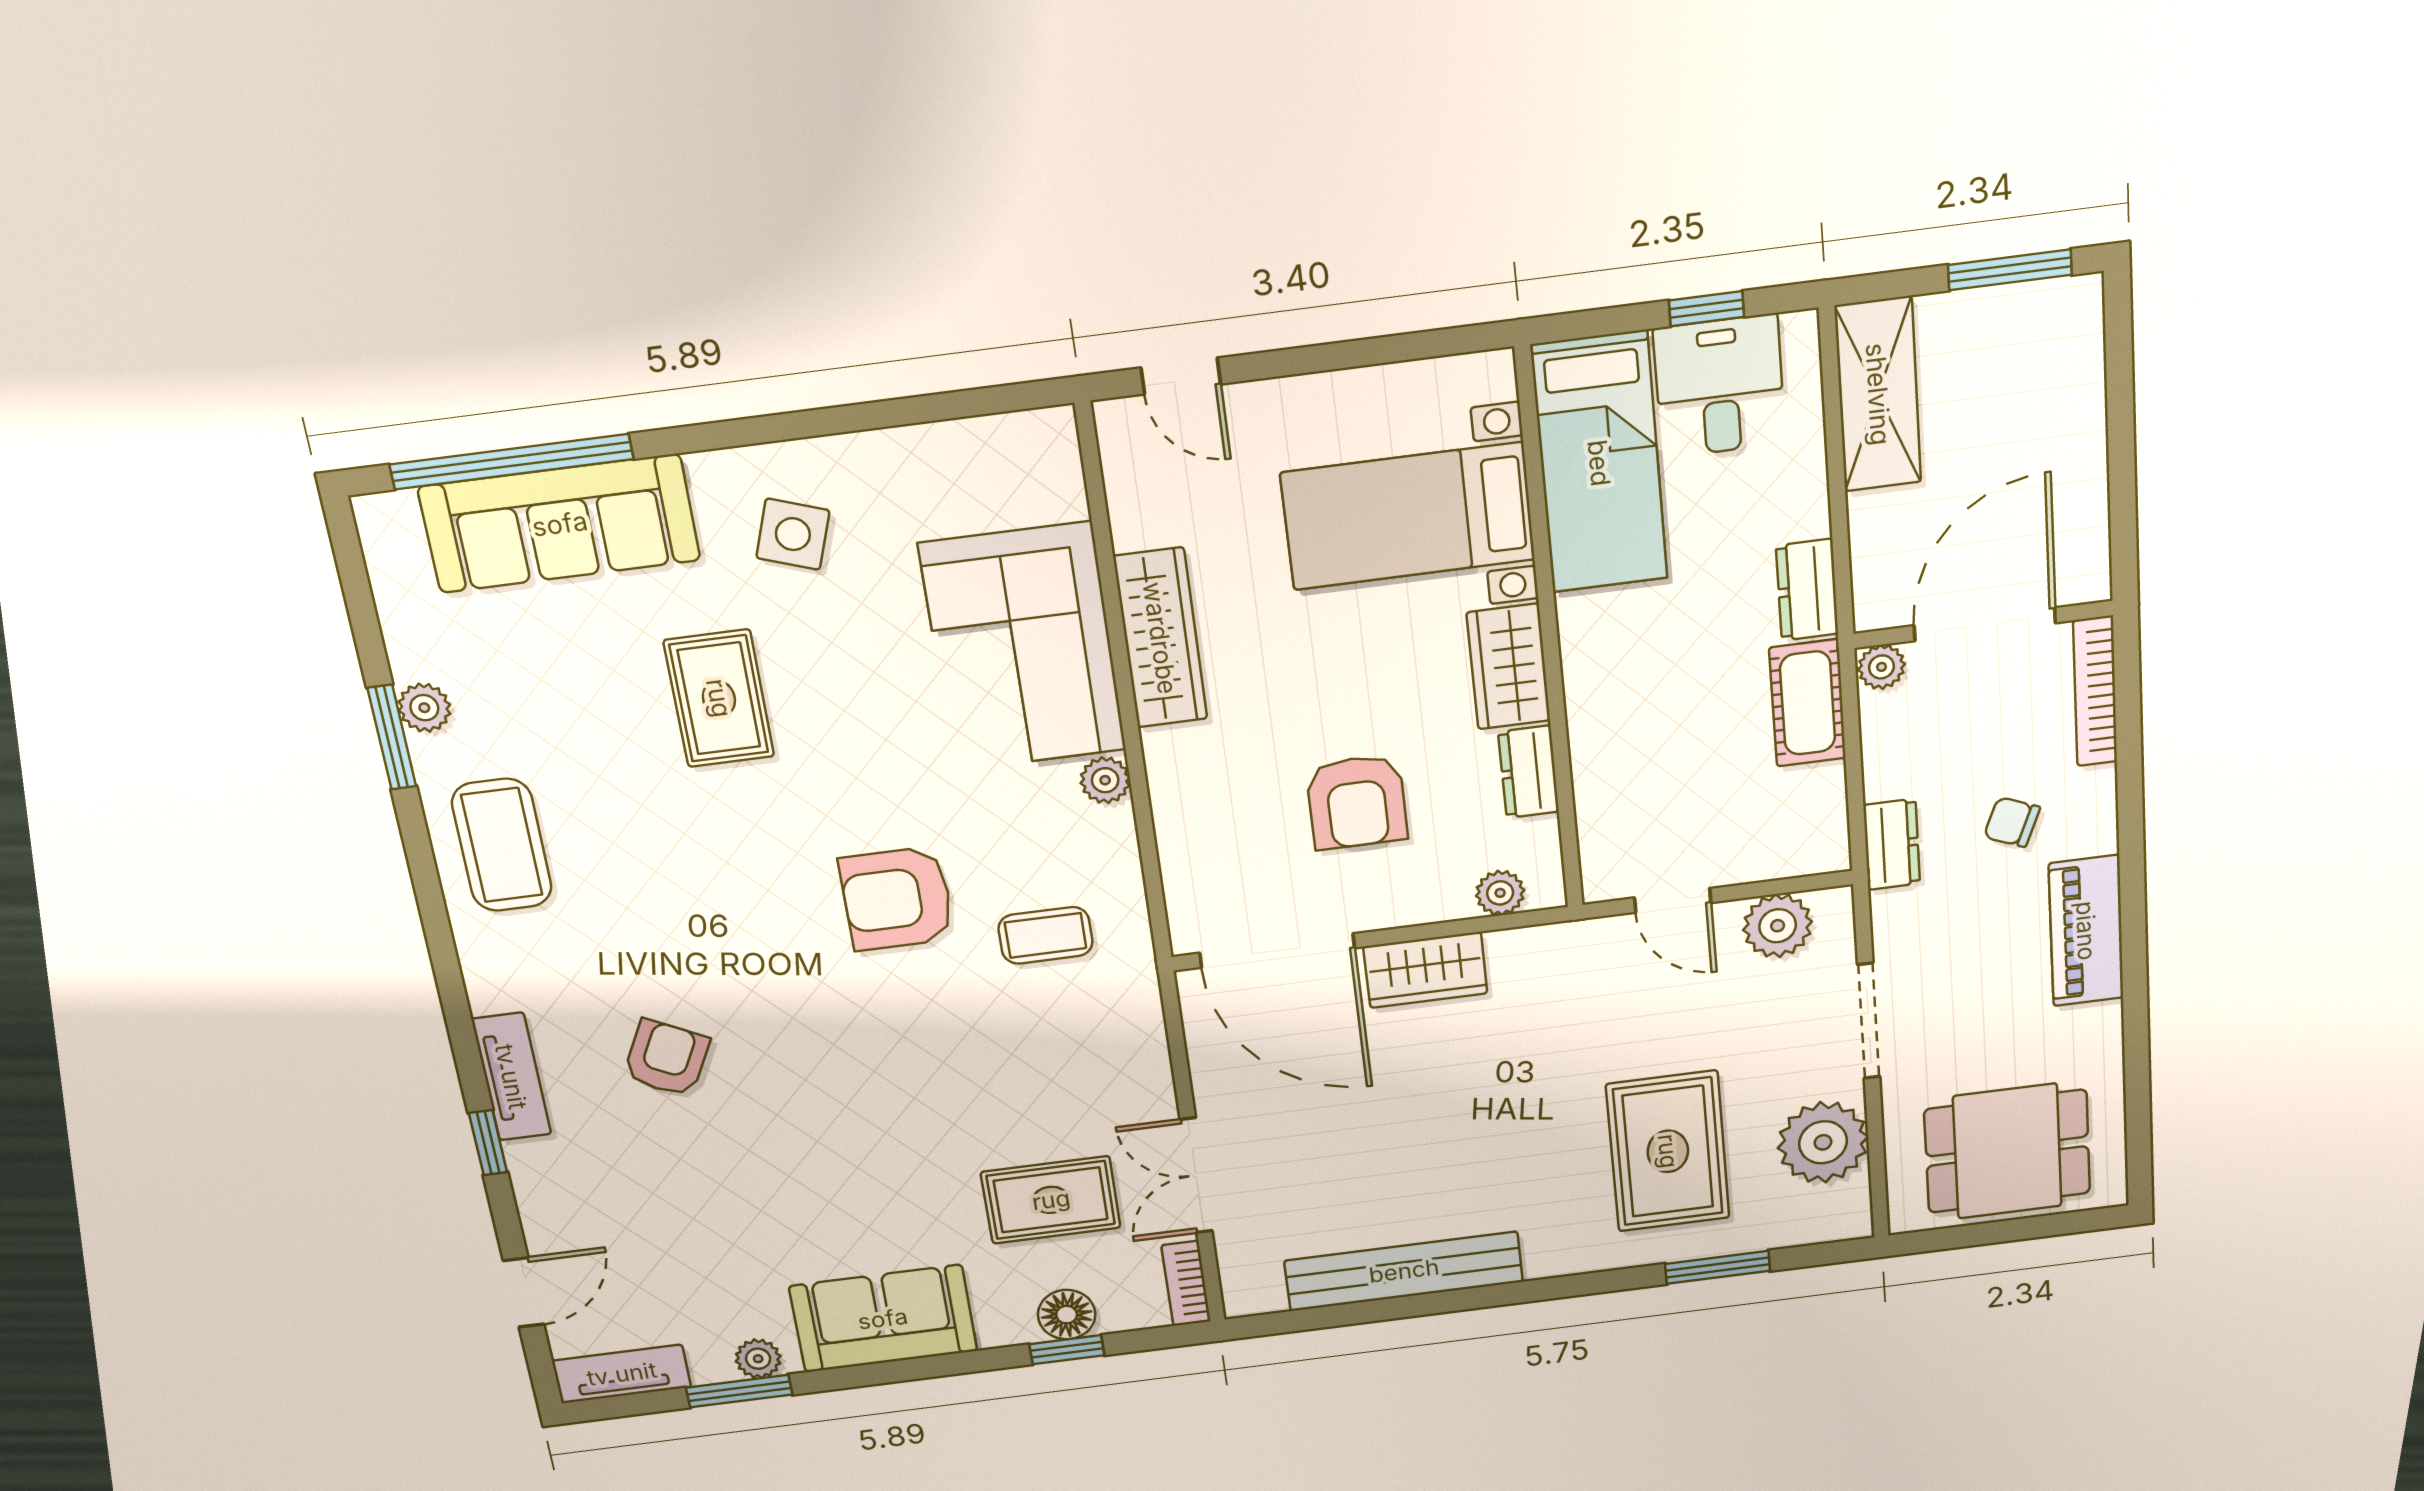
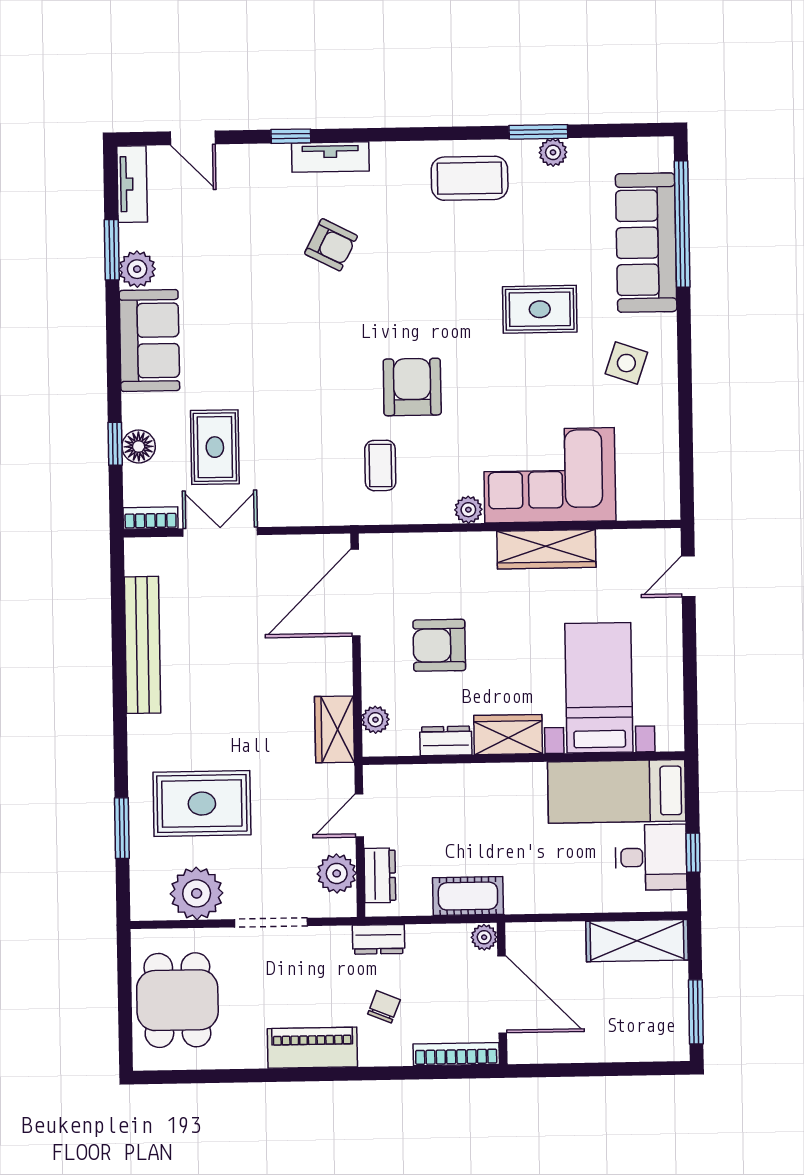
dresser: (1807, 590) -> (380, 875), moved, turned 90
wardrobe: (1425, 970) -> (334, 729), moved
plant: (758, 1359) -> (137, 269), width x1.38, depth x1.38

